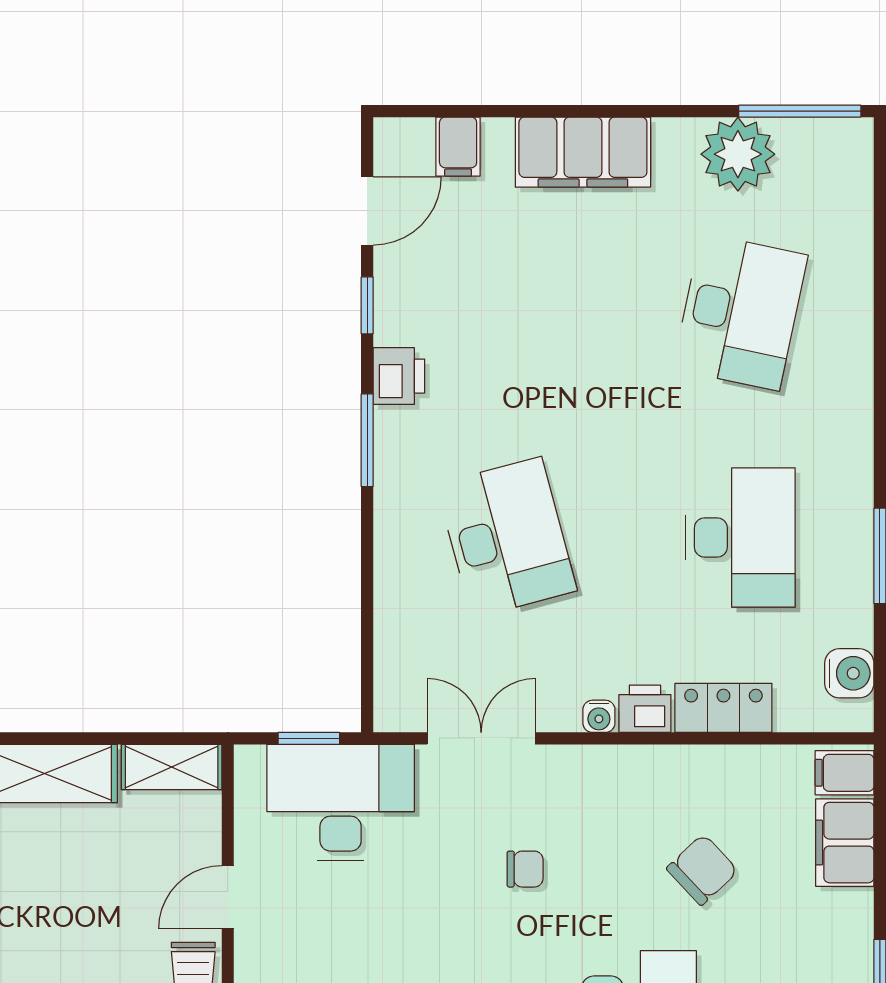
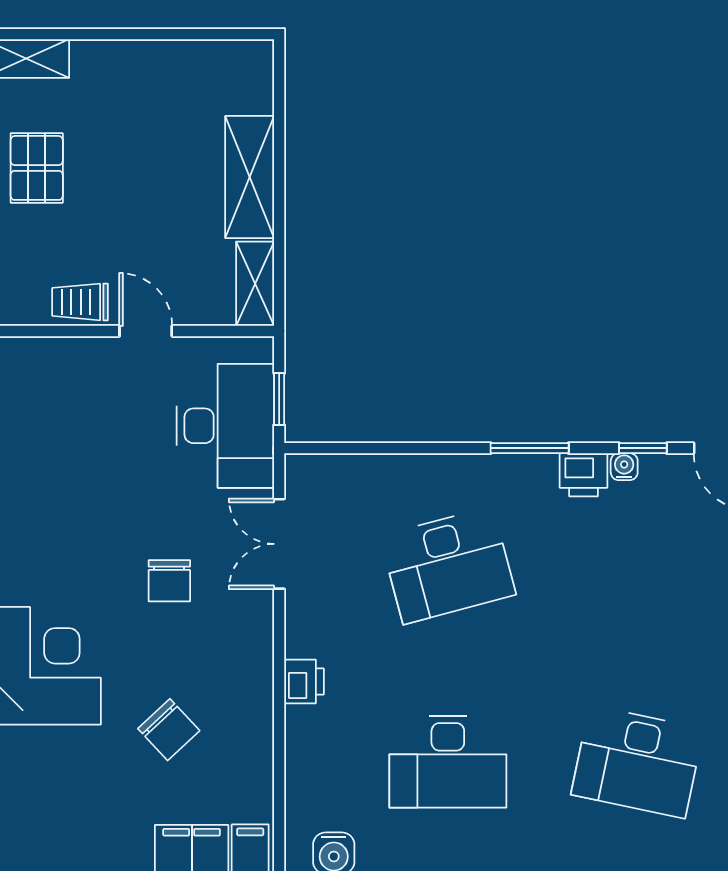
locker: (723, 708) -> (305, 747), removed
water cooler: (599, 716) -> (624, 467), moved, turned 90
double door: (481, 738) -> (279, 544), swing flipped
chair: (525, 869) -> (169, 581), width x1.37, depth x1.37

